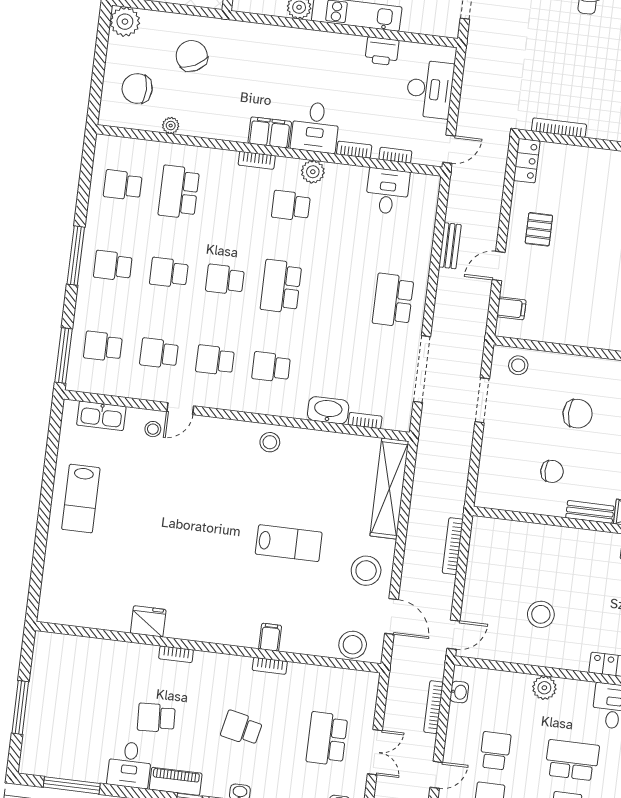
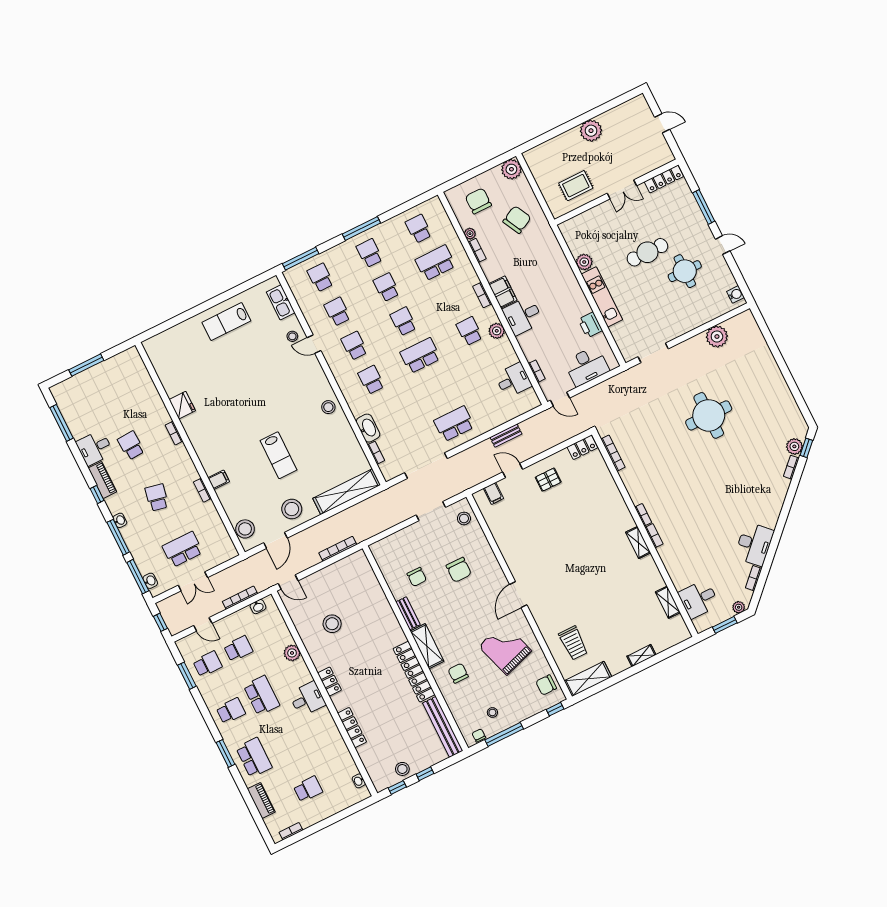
bookcase: (354, 150) -> (477, 250), moved

